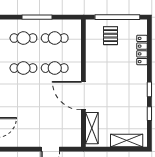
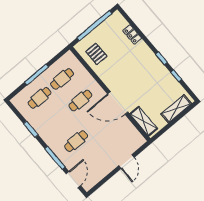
pallet: (110, 36) -> (96, 54), moved
locker: (142, 50) -> (132, 34), width x0.66
cafe table: (23, 68) -> (76, 141), moved

